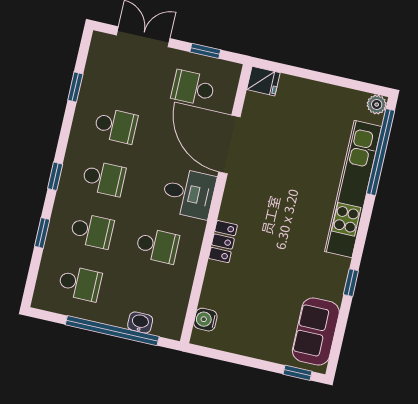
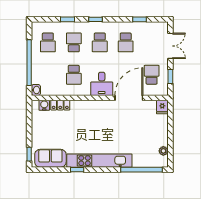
plant: (377, 105) -> (163, 151), moved
kitchen unit: (353, 189) -> (99, 161), moved
school desk: (92, 231) -> (74, 42), turned 180
locker: (223, 242) -> (60, 105), moved
washbasin: (140, 322) -> (36, 90), moved

